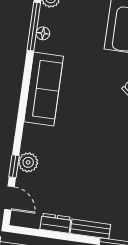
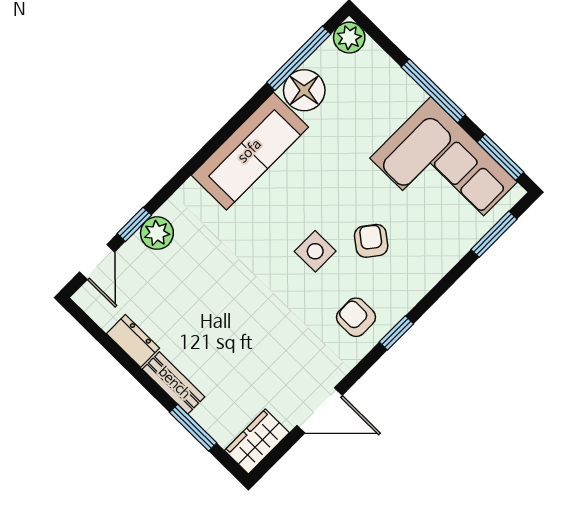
floor lamp: (43, 33) -> (304, 90), width x1.89, depth x1.89
side table: (111, 114) -> (315, 251), added

